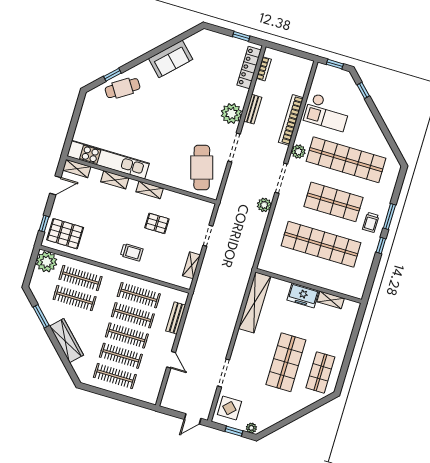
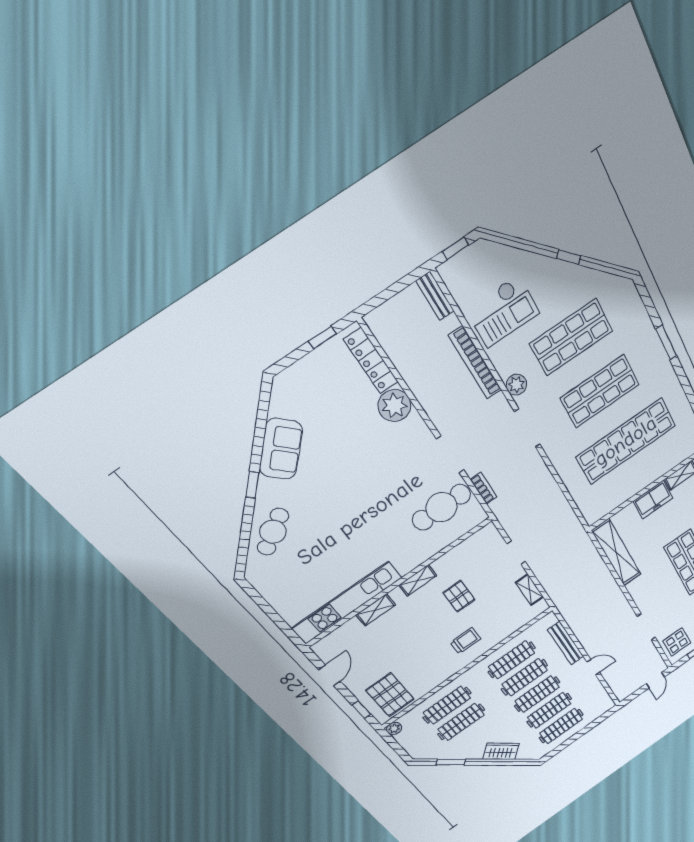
bookcase: (264, 69) -> (484, 488), moved
window: (112, 75) -> (252, 485), moved
window: (363, 90) -> (569, 257), moved
bench: (253, 109) -> (435, 296), moved
plant: (231, 114) -> (395, 406), moved
shop shelf: (346, 160) -> (571, 337), width x0.71
cafe table: (202, 167) -> (442, 507), turned -74
shelving: (77, 169) -> (329, 642), removed
plant: (264, 205) -> (538, 470), removed
trolley: (371, 222) -> (653, 369), removed
pallet: (157, 223) -> (459, 596), turned 90
pallet: (65, 234) -> (390, 695), turned 90
window: (381, 245) -> (683, 378), removed
plant: (47, 262) -> (394, 728), width x0.53, depth x0.53
bench: (176, 318) -> (566, 643), width x1.36
wardrobe: (67, 341) -> (501, 751), width x0.67

